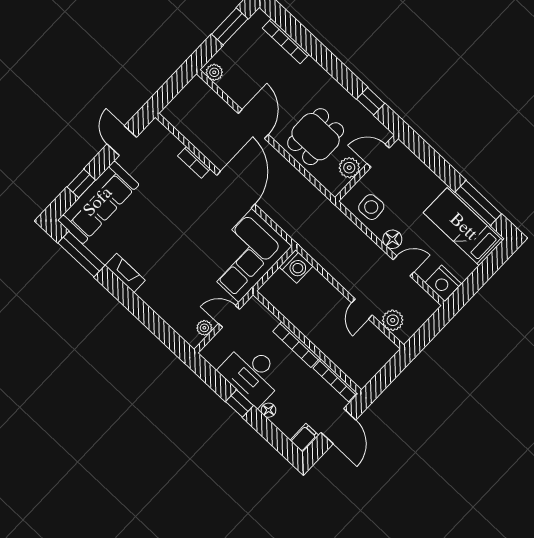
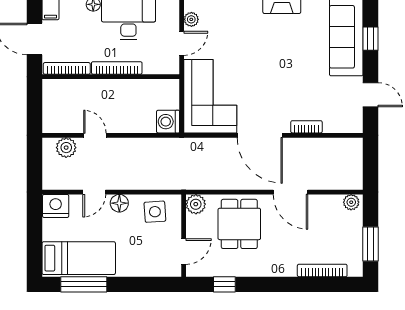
plant: (349, 168) -> (196, 204), moved

